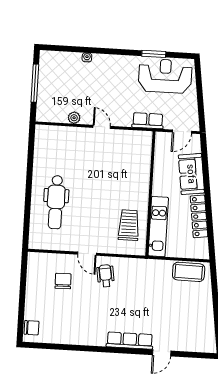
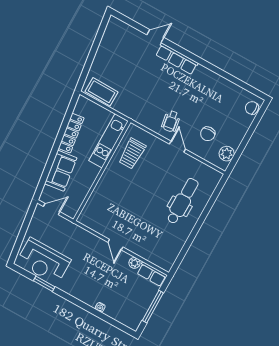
row of seats: (148, 121) -> (152, 274), moved
plant: (35, 270) -> (227, 154), added

